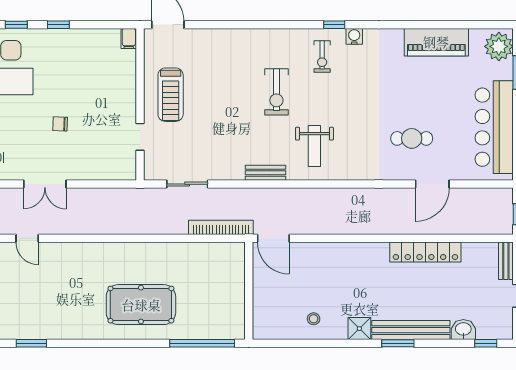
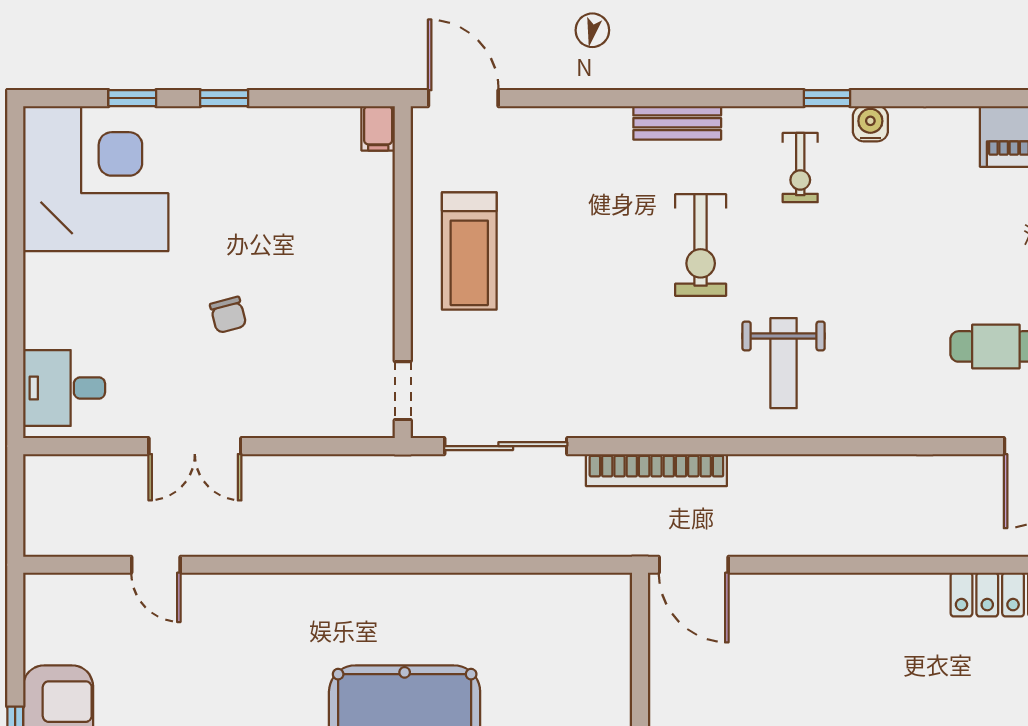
chair: (60, 124) -> (228, 315), turned -107
doorway: (140, 137) -> (403, 391), moved
bench: (265, 173) -> (677, 123), moved
sliding door: (187, 184) -> (506, 446), width x1.37
bookcase: (221, 227) -> (656, 470), moved, turned 180

